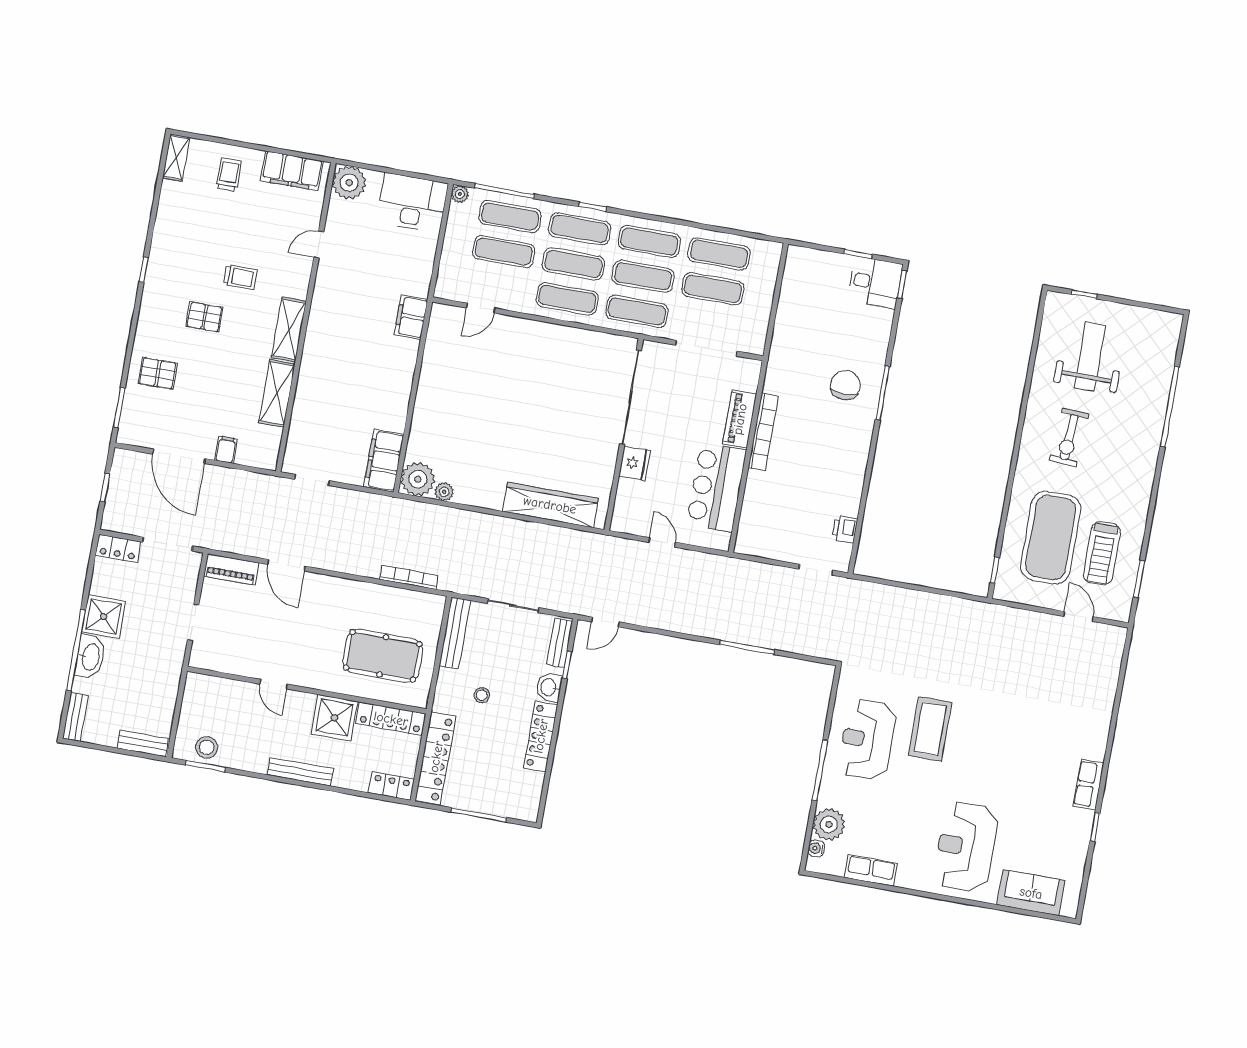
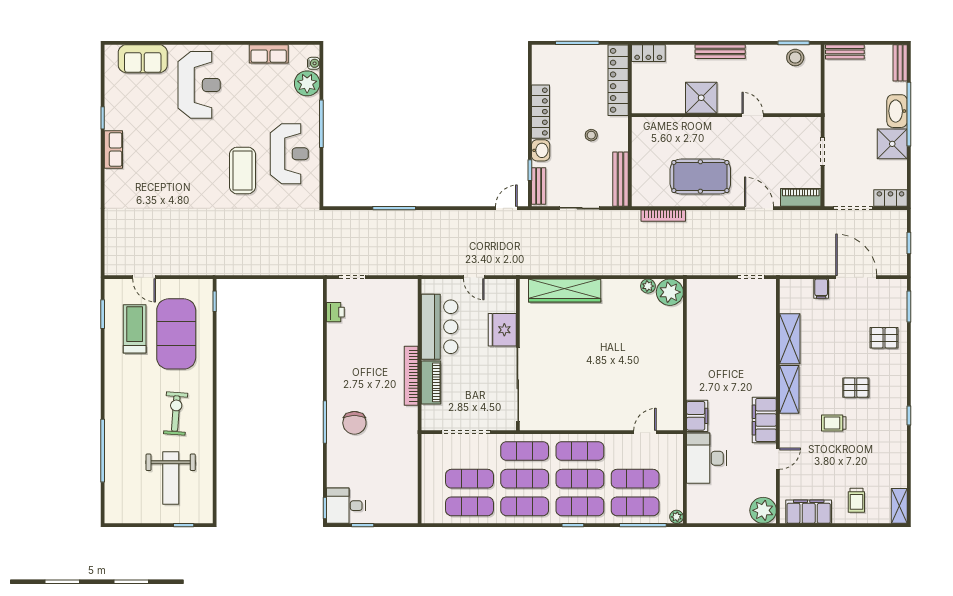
desk: (412, 203) -> (706, 458), moved, turned 90
filing cabinet: (384, 461) -> (764, 420), moved, turned 180
fridge: (634, 463) -> (502, 330), width x1.36, depth x1.34
pool table: (383, 656) -> (700, 176), moved
locker: (391, 719) -> (658, 105), removed

